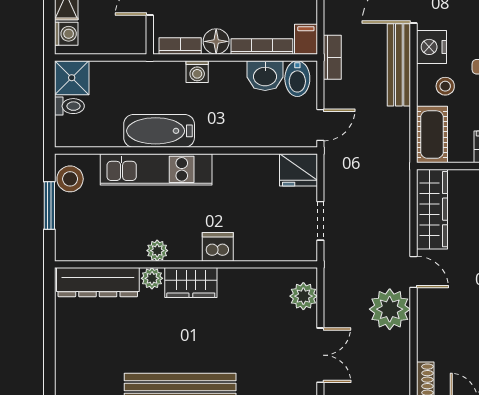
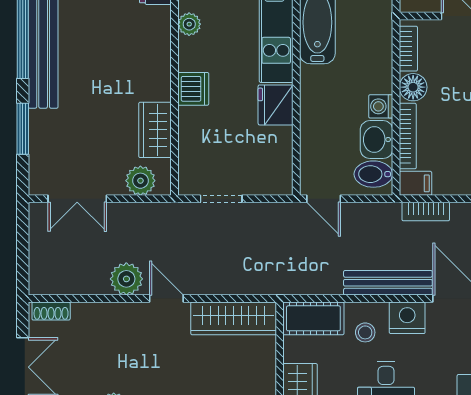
bookcase: (332, 57) -> (426, 212), moved
washing machine: (197, 72) -> (381, 106), moved
fridge: (298, 170) -> (276, 105), moved
door: (413, 272) -> (166, 298), swing flipped
plant: (152, 278) -> (159, 18), removed
wardrobe: (191, 283) -> (155, 130), moved
plant: (390, 309) -> (126, 279), width x0.73, depth x0.73

